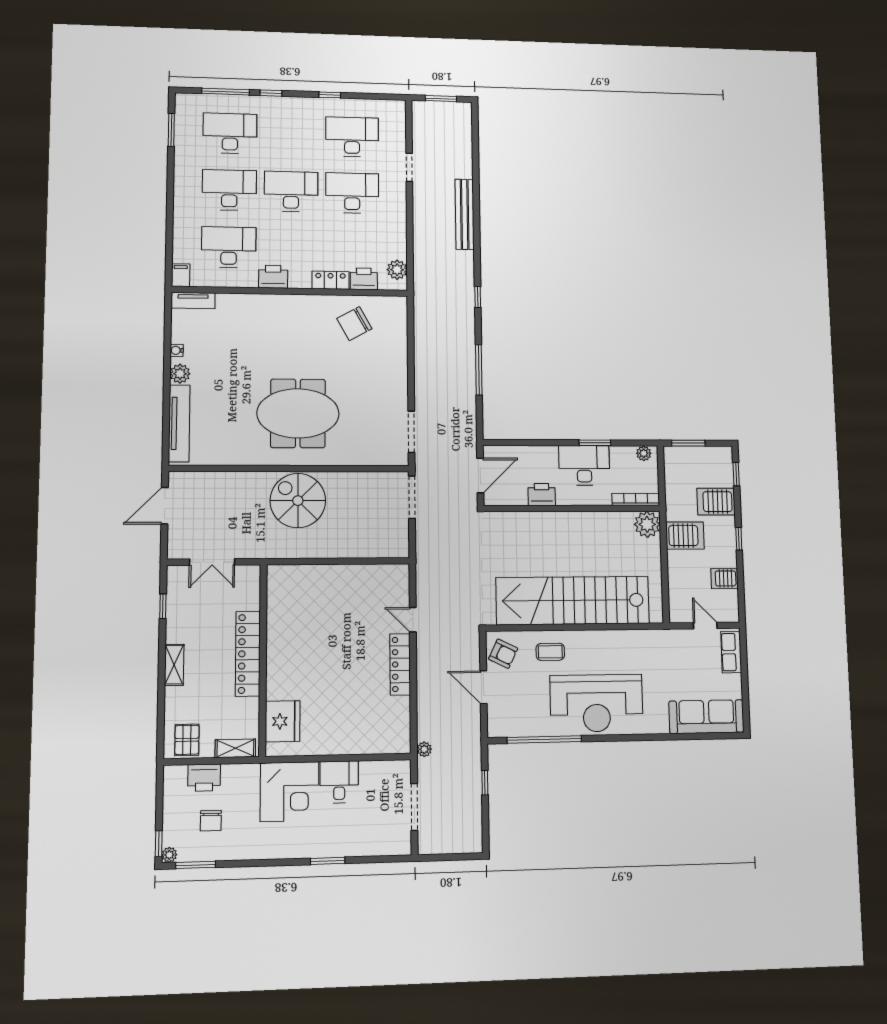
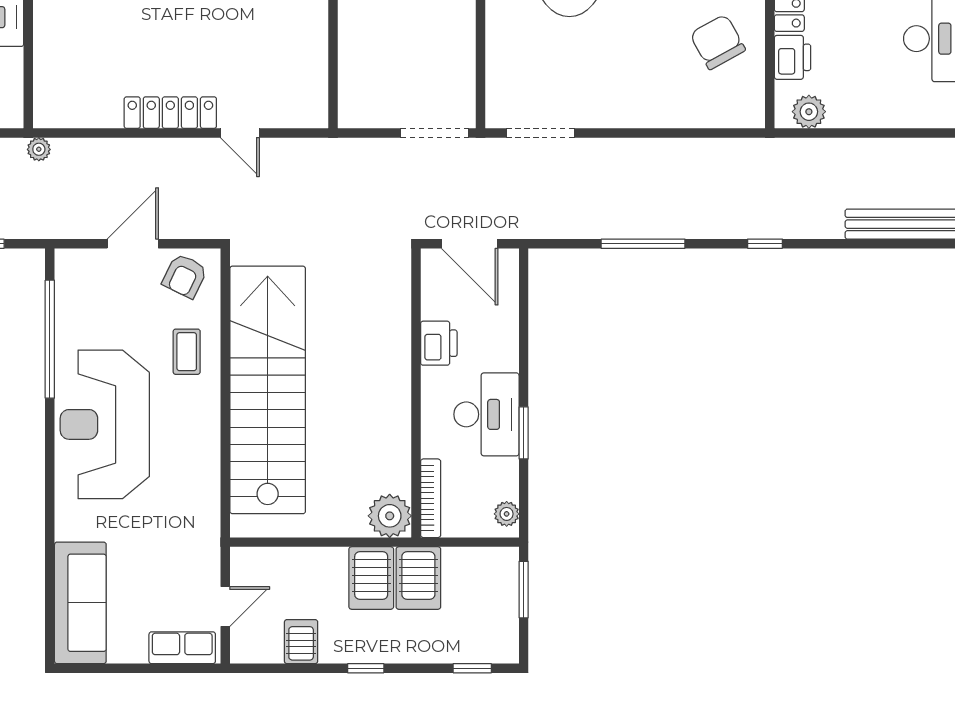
server rack: (716, 502) -> (418, 578), moved, turned 180
door: (413, 620) -> (240, 133), swing flipped

